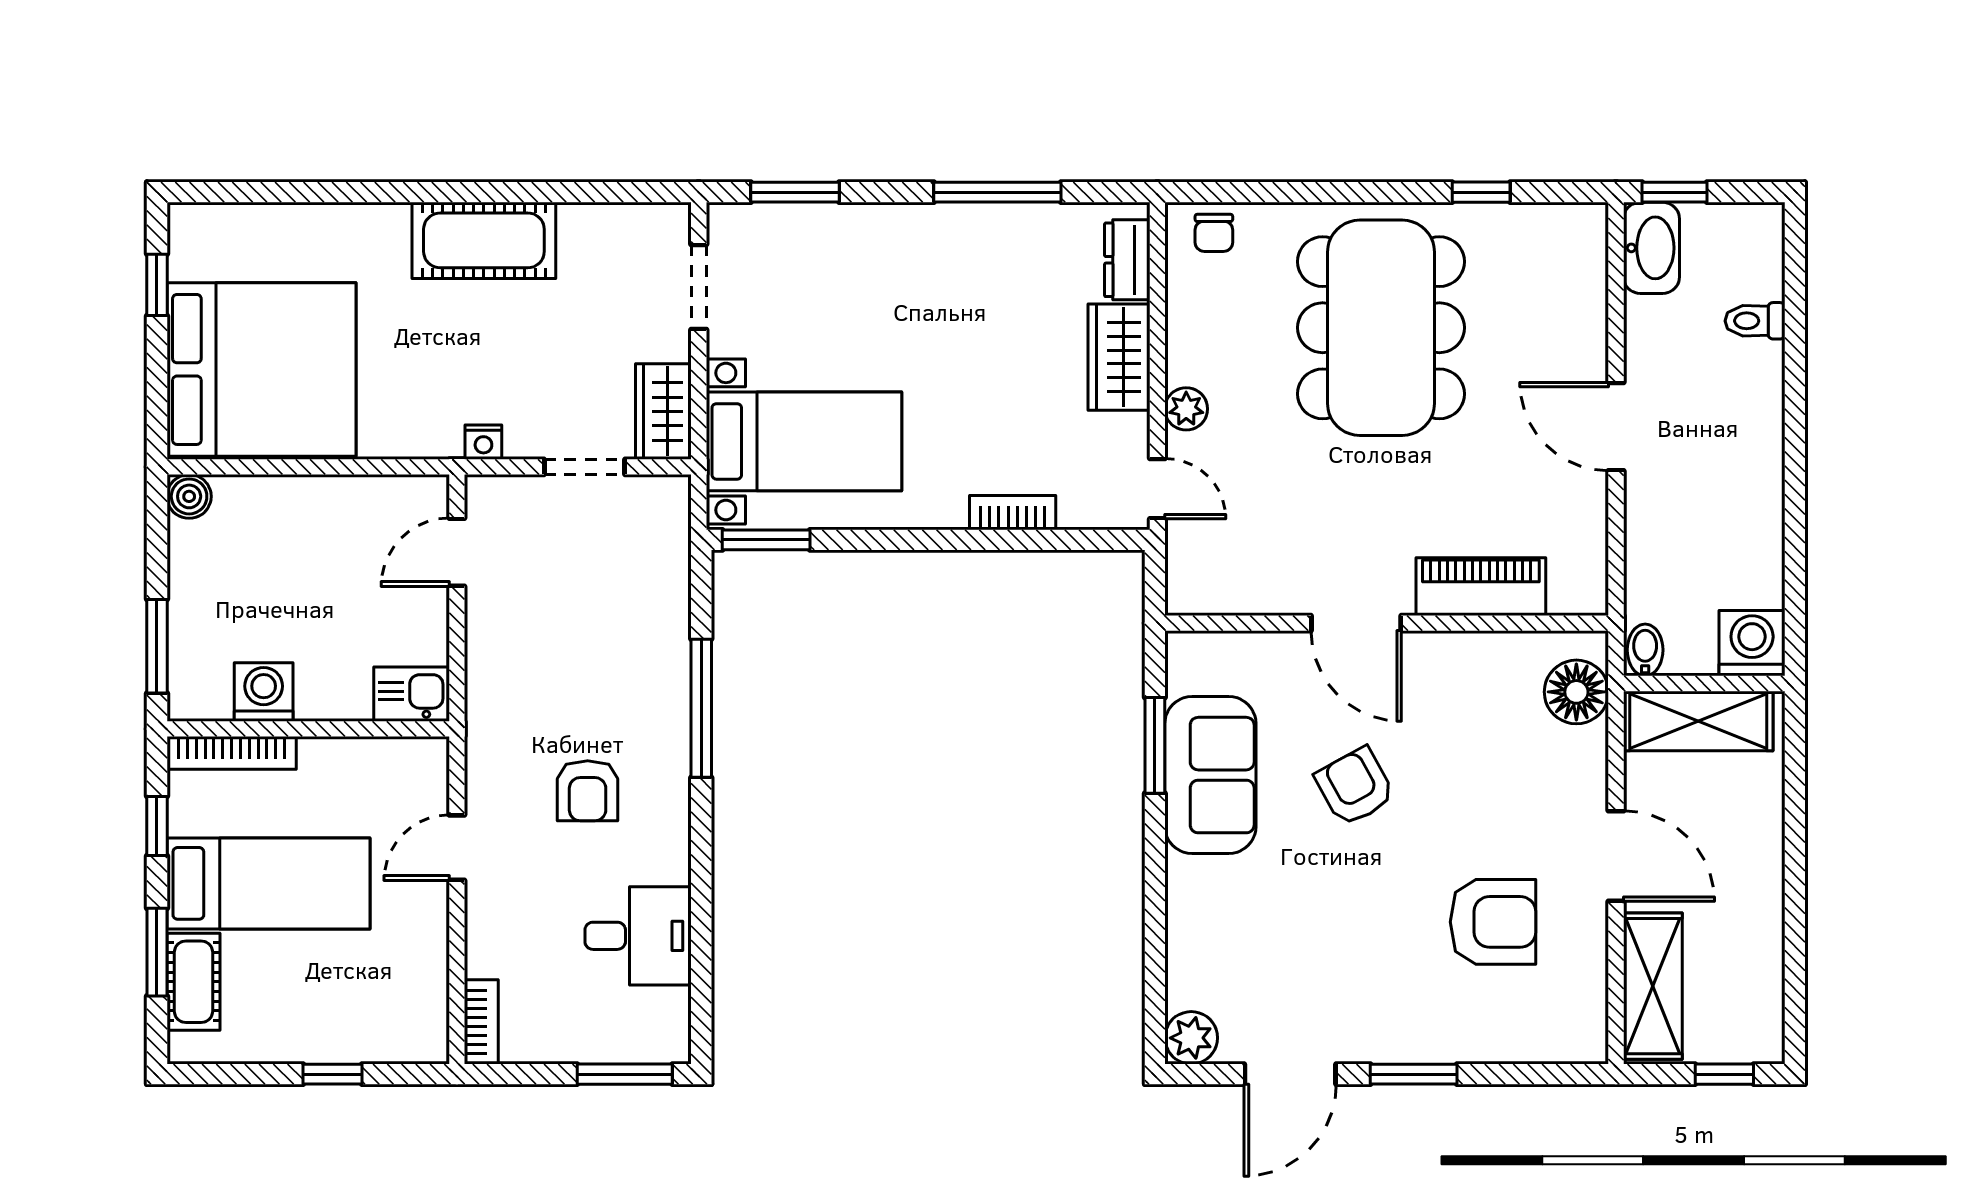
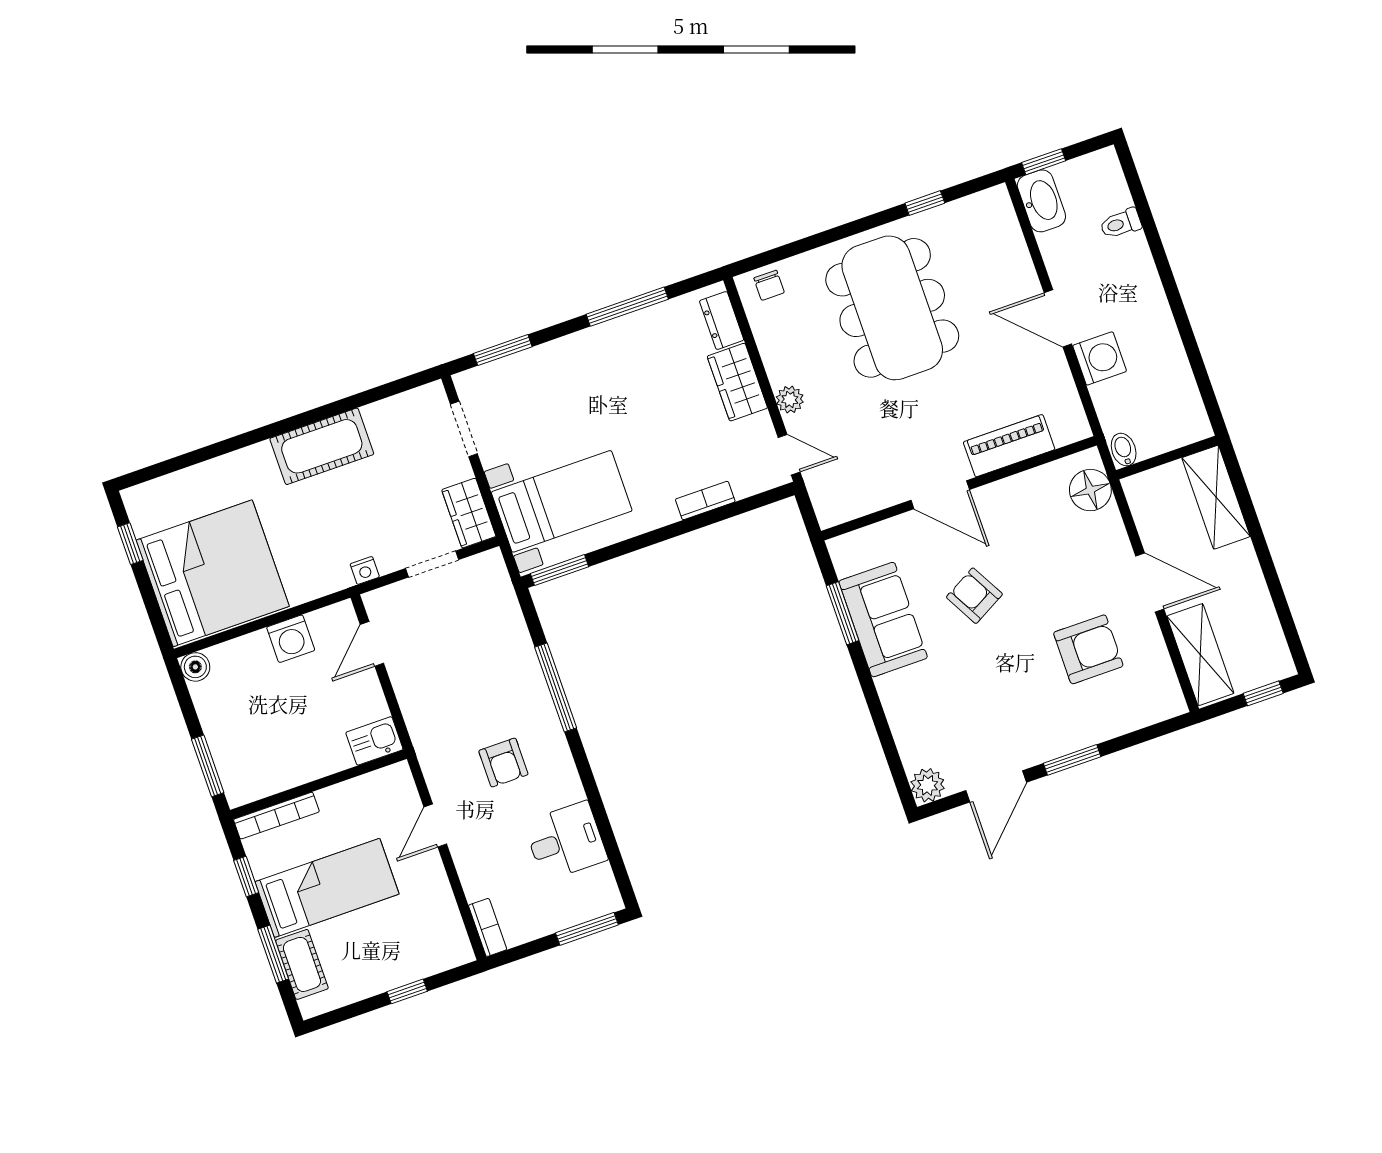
washing machine: (1752, 643) -> (1100, 358), moved, turned 90
washing machine: (264, 692) -> (291, 639), moved, turned 180
shelving: (1698, 721) -> (1216, 497), moved, turned 90

